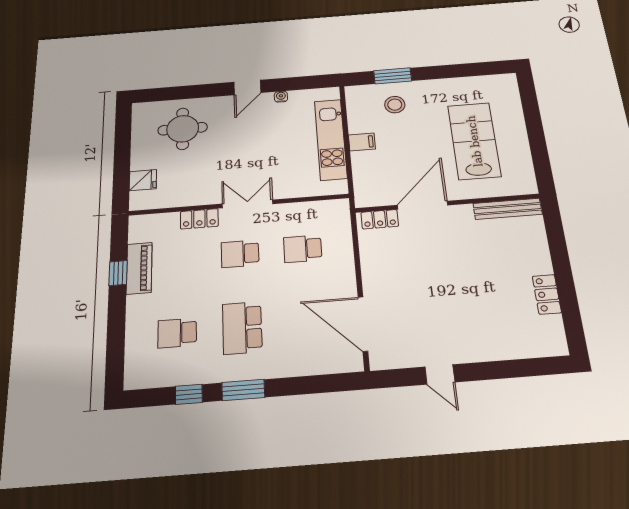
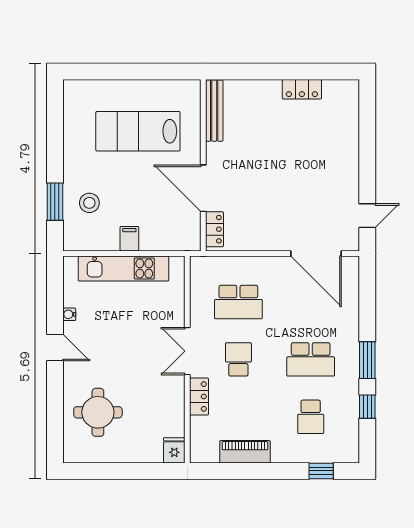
fridge: (143, 180) -> (174, 450), moved
school desk: (303, 249) -> (238, 302), width x1.85
school desk: (240, 254) -> (238, 359), turned 180
window: (118, 273) -> (321, 471), moved
door: (363, 324) -> (316, 253), hinge flipped
door: (440, 374) -> (367, 216), moved

